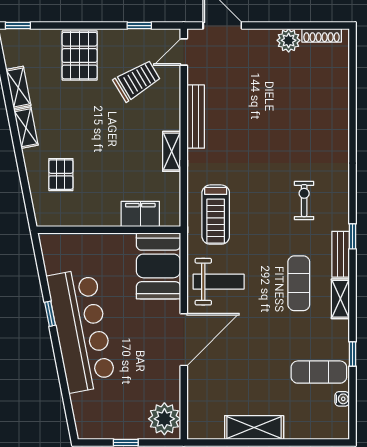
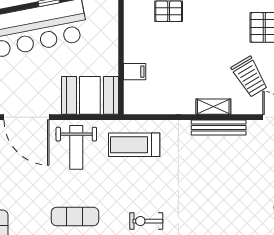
shelving: (172, 151) -> (213, 107), moved
exercise bike: (304, 201) -> (146, 221), turned 180
filing cabinet: (140, 214) -> (135, 72), width x0.50

